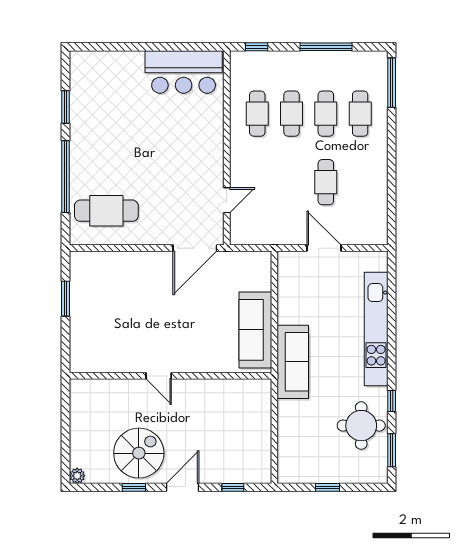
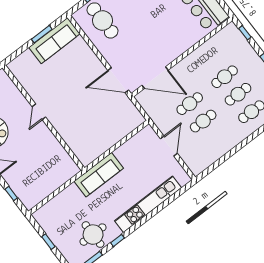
cafe table: (257, 114) -> (190, 104), moved
door: (227, 200) -> (155, 78), width x1.88
sofa: (255, 330) -> (54, 41), moved, turned 180

